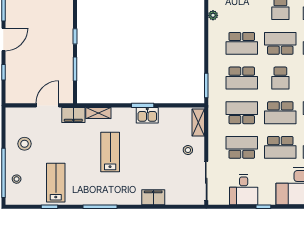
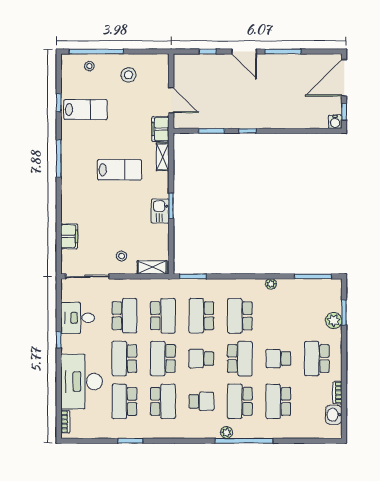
filing cabinet: (153, 197) -> (69, 236), moved

